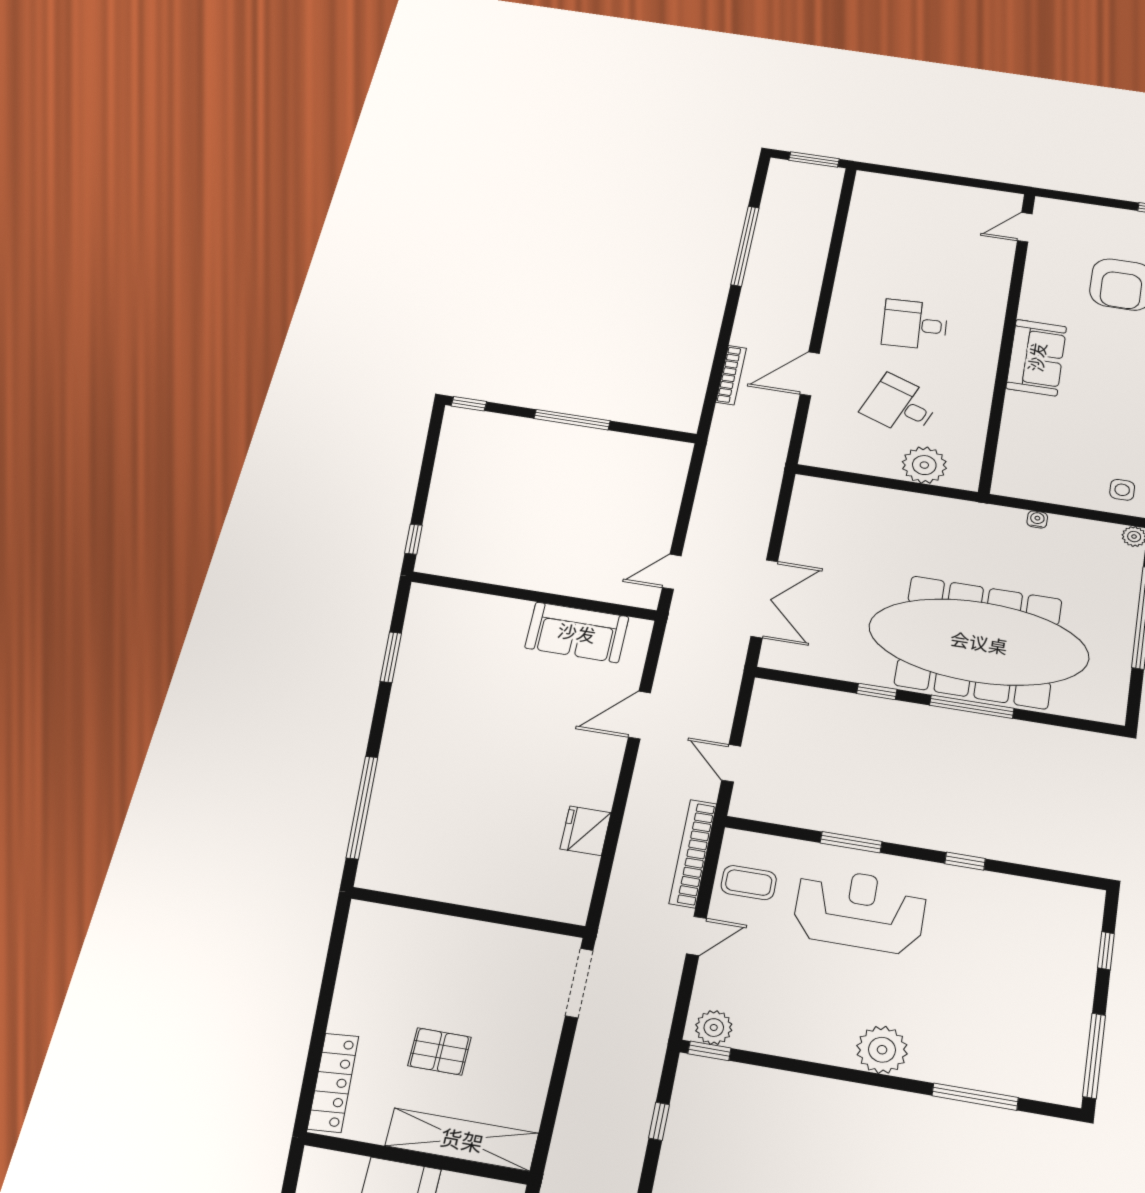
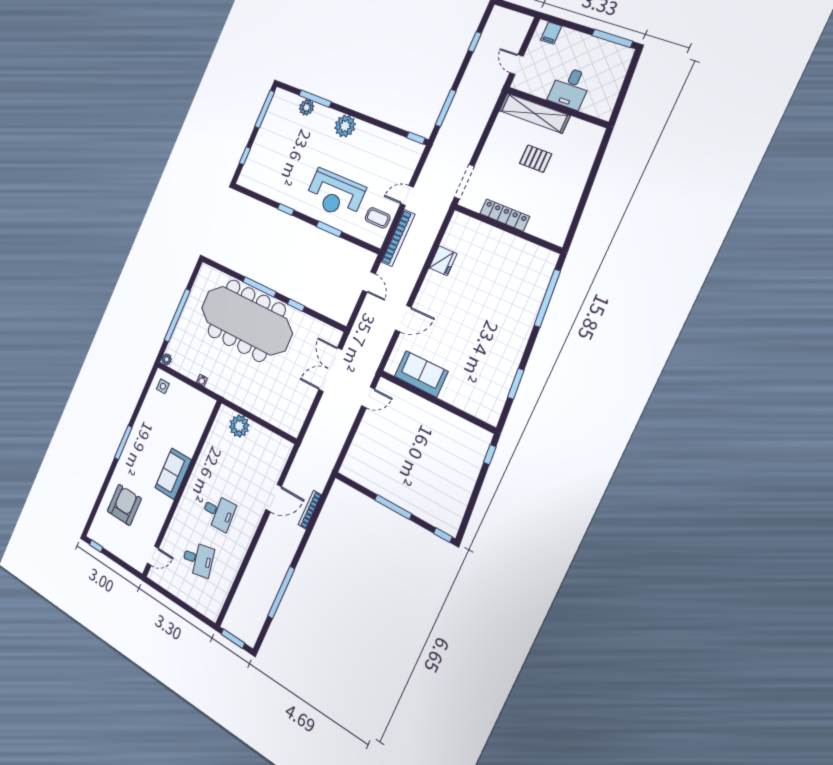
desk: (900, 405) -> (198, 559), moved, turned -33
plant: (714, 1027) -> (307, 107), moved
locker: (333, 1083) -> (505, 215), moved, turned 95
window: (659, 1121) -> (446, 108), width x2.17

